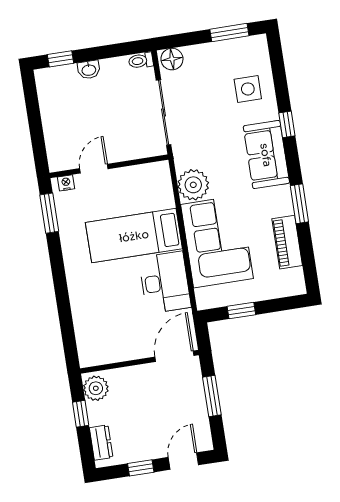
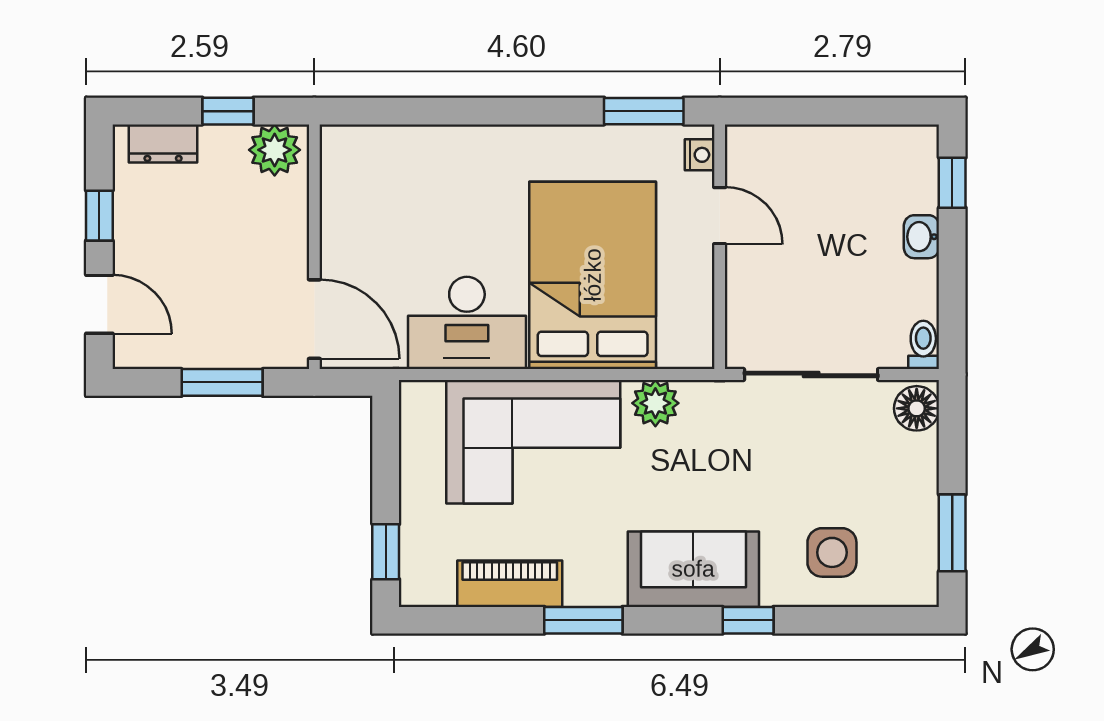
plant: (193, 185) -> (655, 403), width x0.73, depth x0.73
bed: (134, 236) -> (593, 275), width x1.50
window: (241, 311) -> (386, 552), moved

